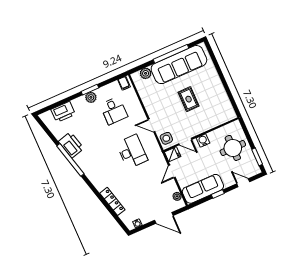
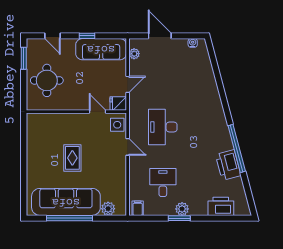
water cooler: (203, 140) -> (77, 104), removed
locker: (112, 201) -> (210, 80), removed

